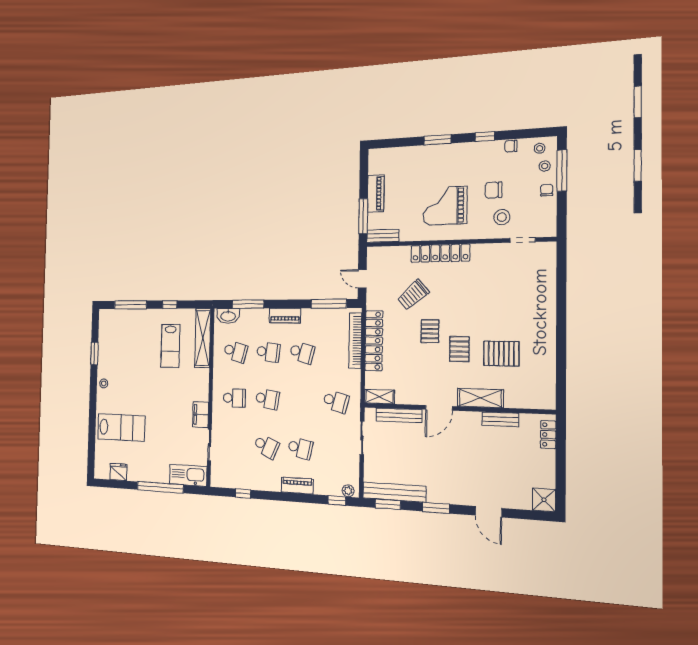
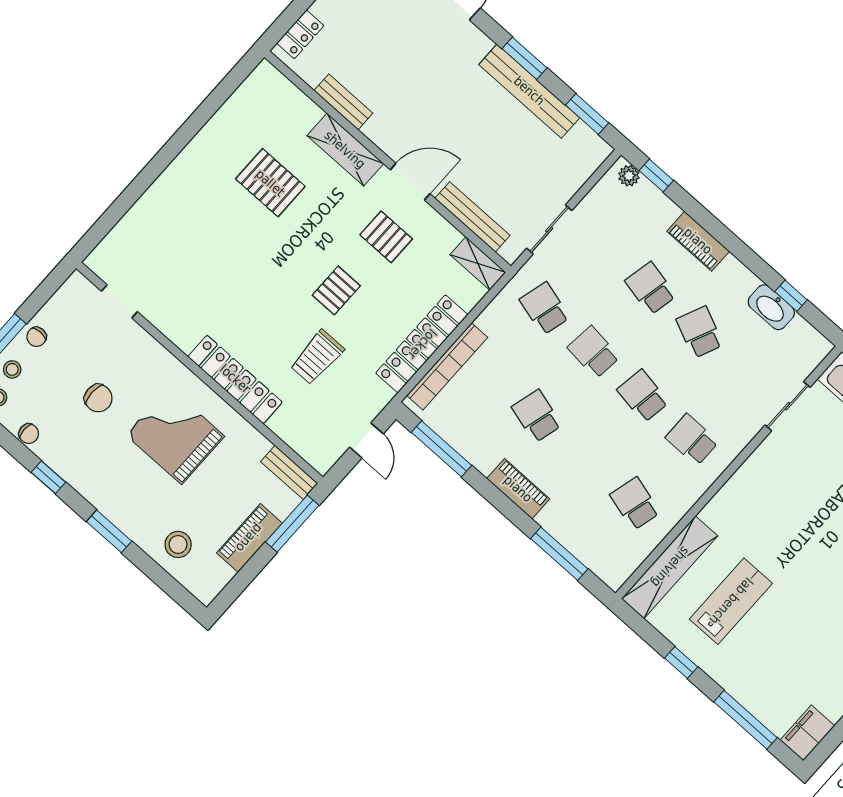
grand piano: (445, 206) -> (175, 436), turned 180
stool: (502, 217) -> (178, 544), moved
trolley: (413, 295) -> (317, 357), turned 131
washbasin: (228, 316) -> (771, 307), moved, turned 180
pallet: (459, 349) -> (386, 237), moved, turned 90
school desk: (268, 352) -> (594, 352), moved
filing cabinet: (201, 415) -> (807, 733), moved, turned 180
bench: (394, 492) -> (529, 91), moved

